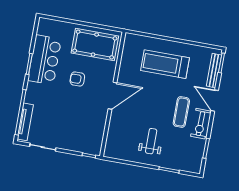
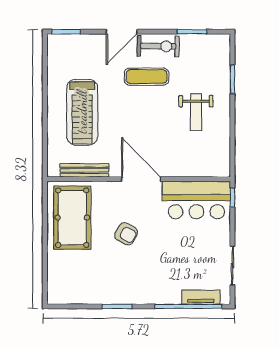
bar counter: (45, 60) -> (196, 200), moved, turned 180
bench: (214, 71) -> (84, 170), moved
armchair: (77, 79) -> (126, 234), turned -60
tv unit: (25, 122) -> (201, 297), width x0.71
weight bench: (151, 141) -> (196, 112), turned -90

